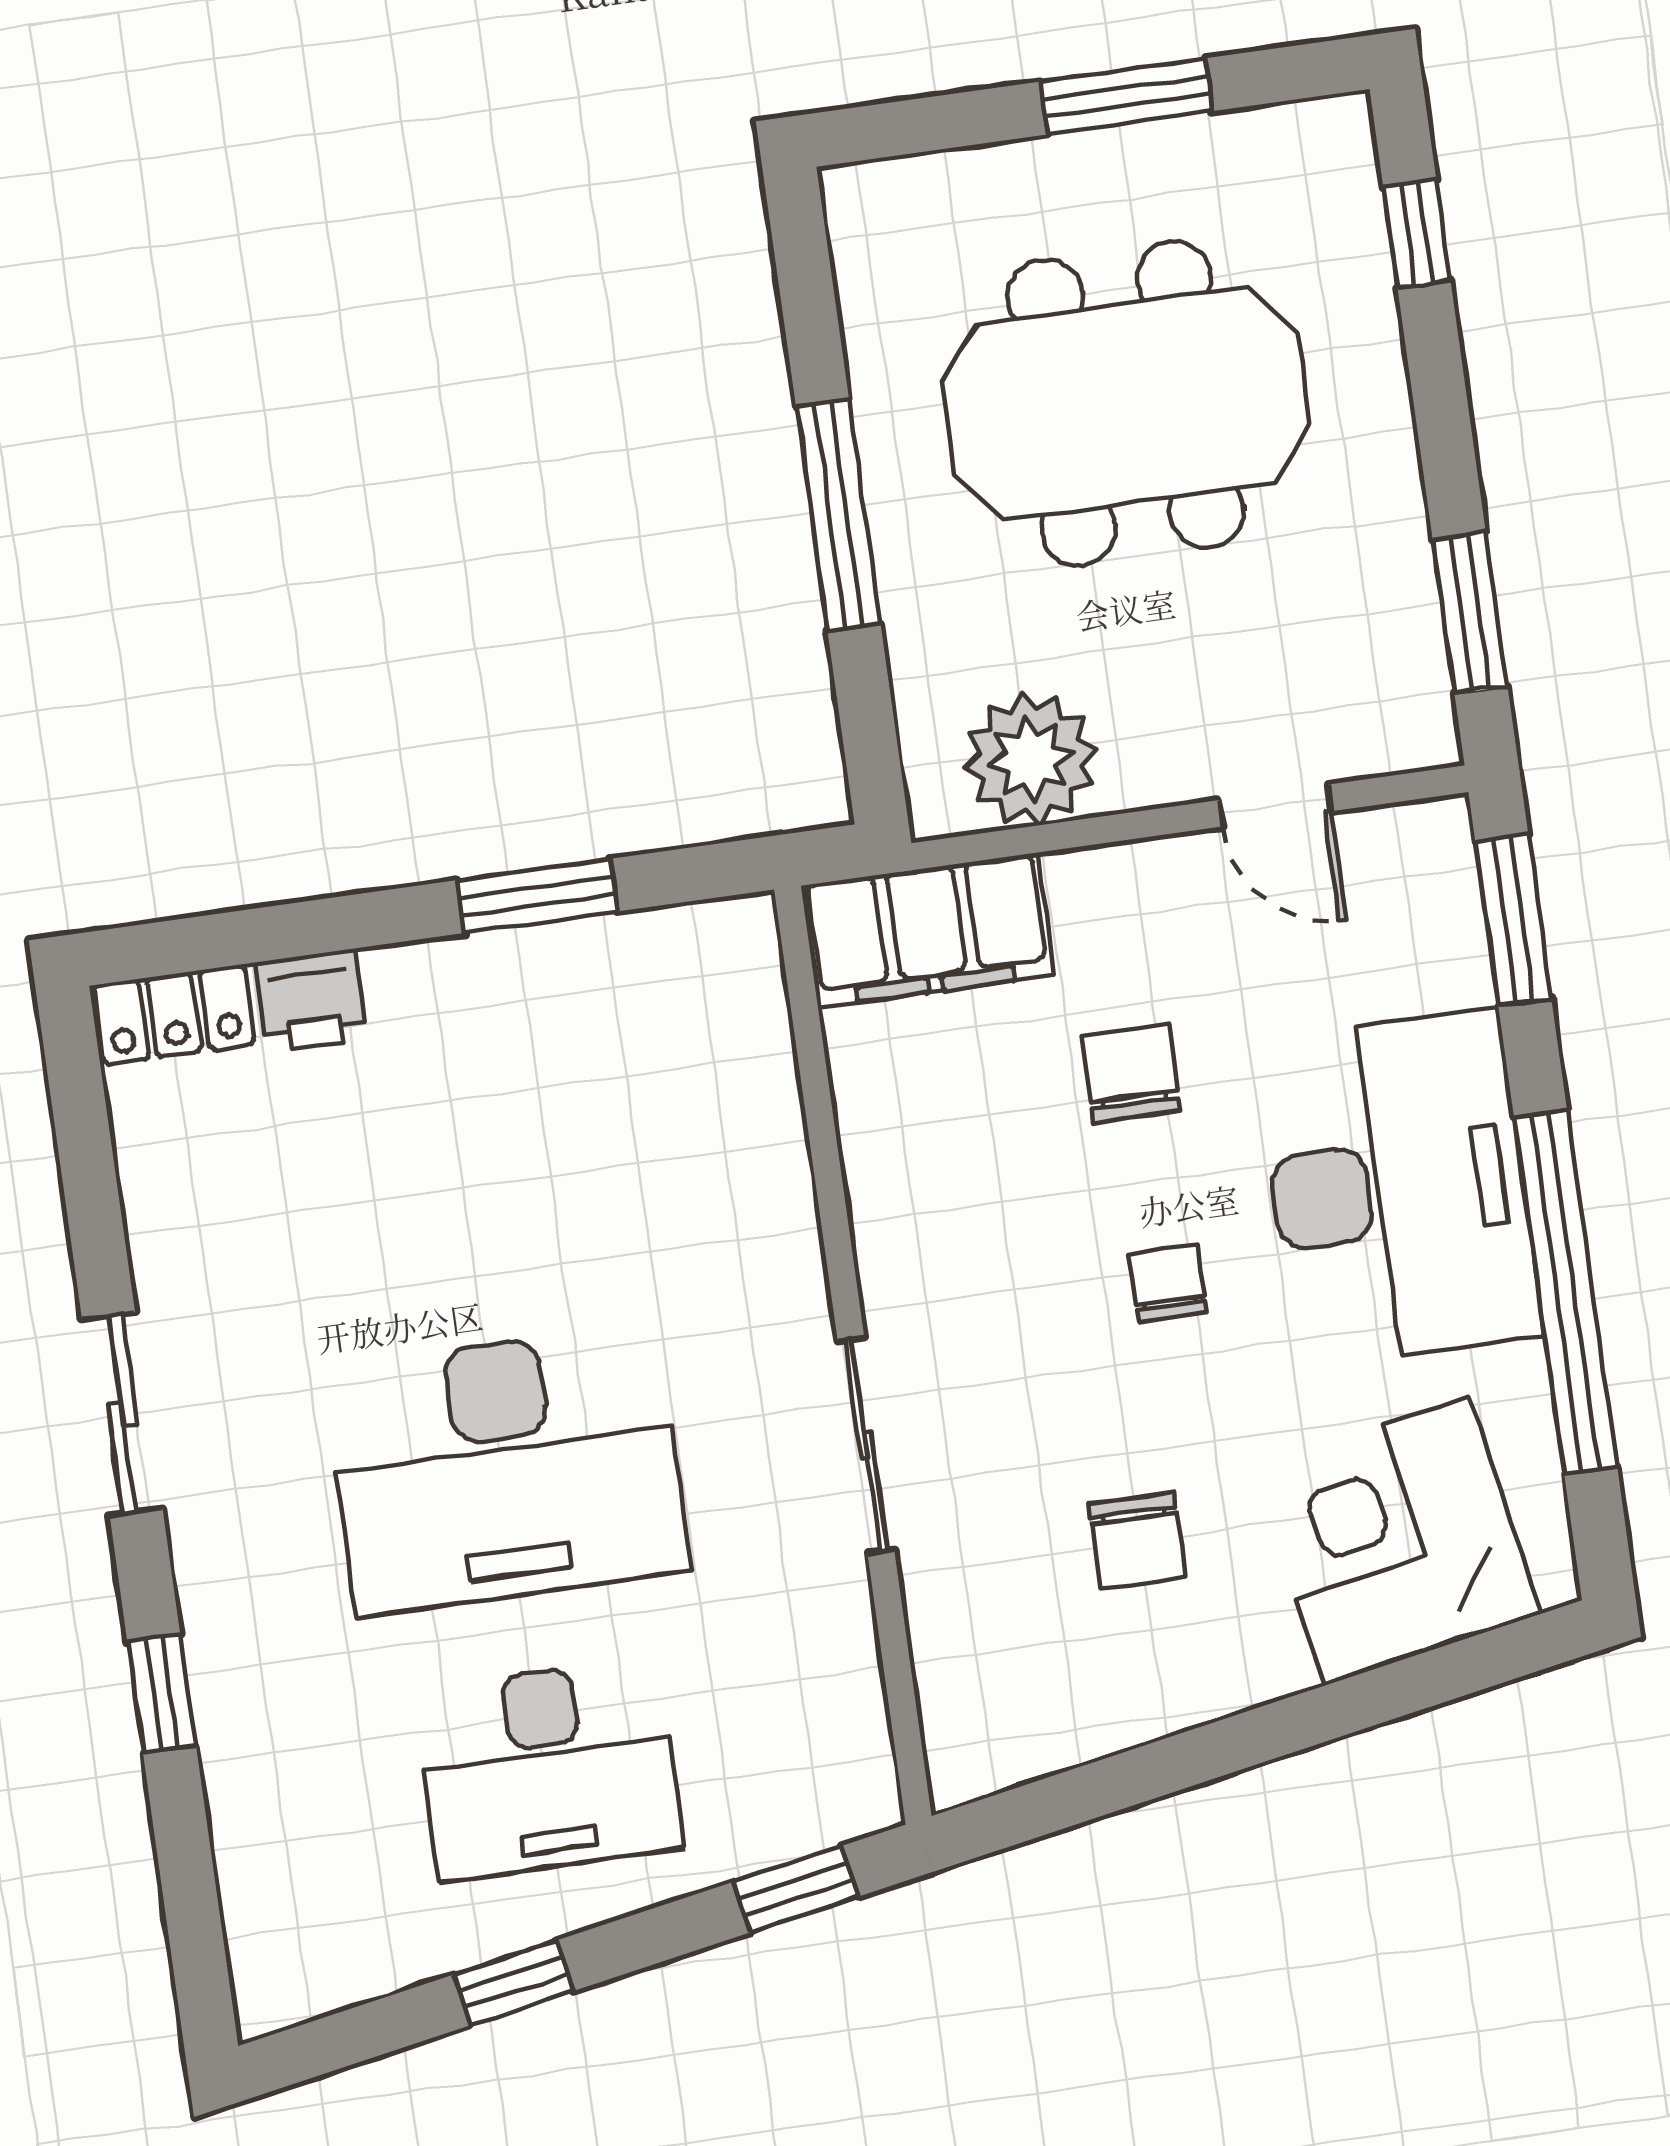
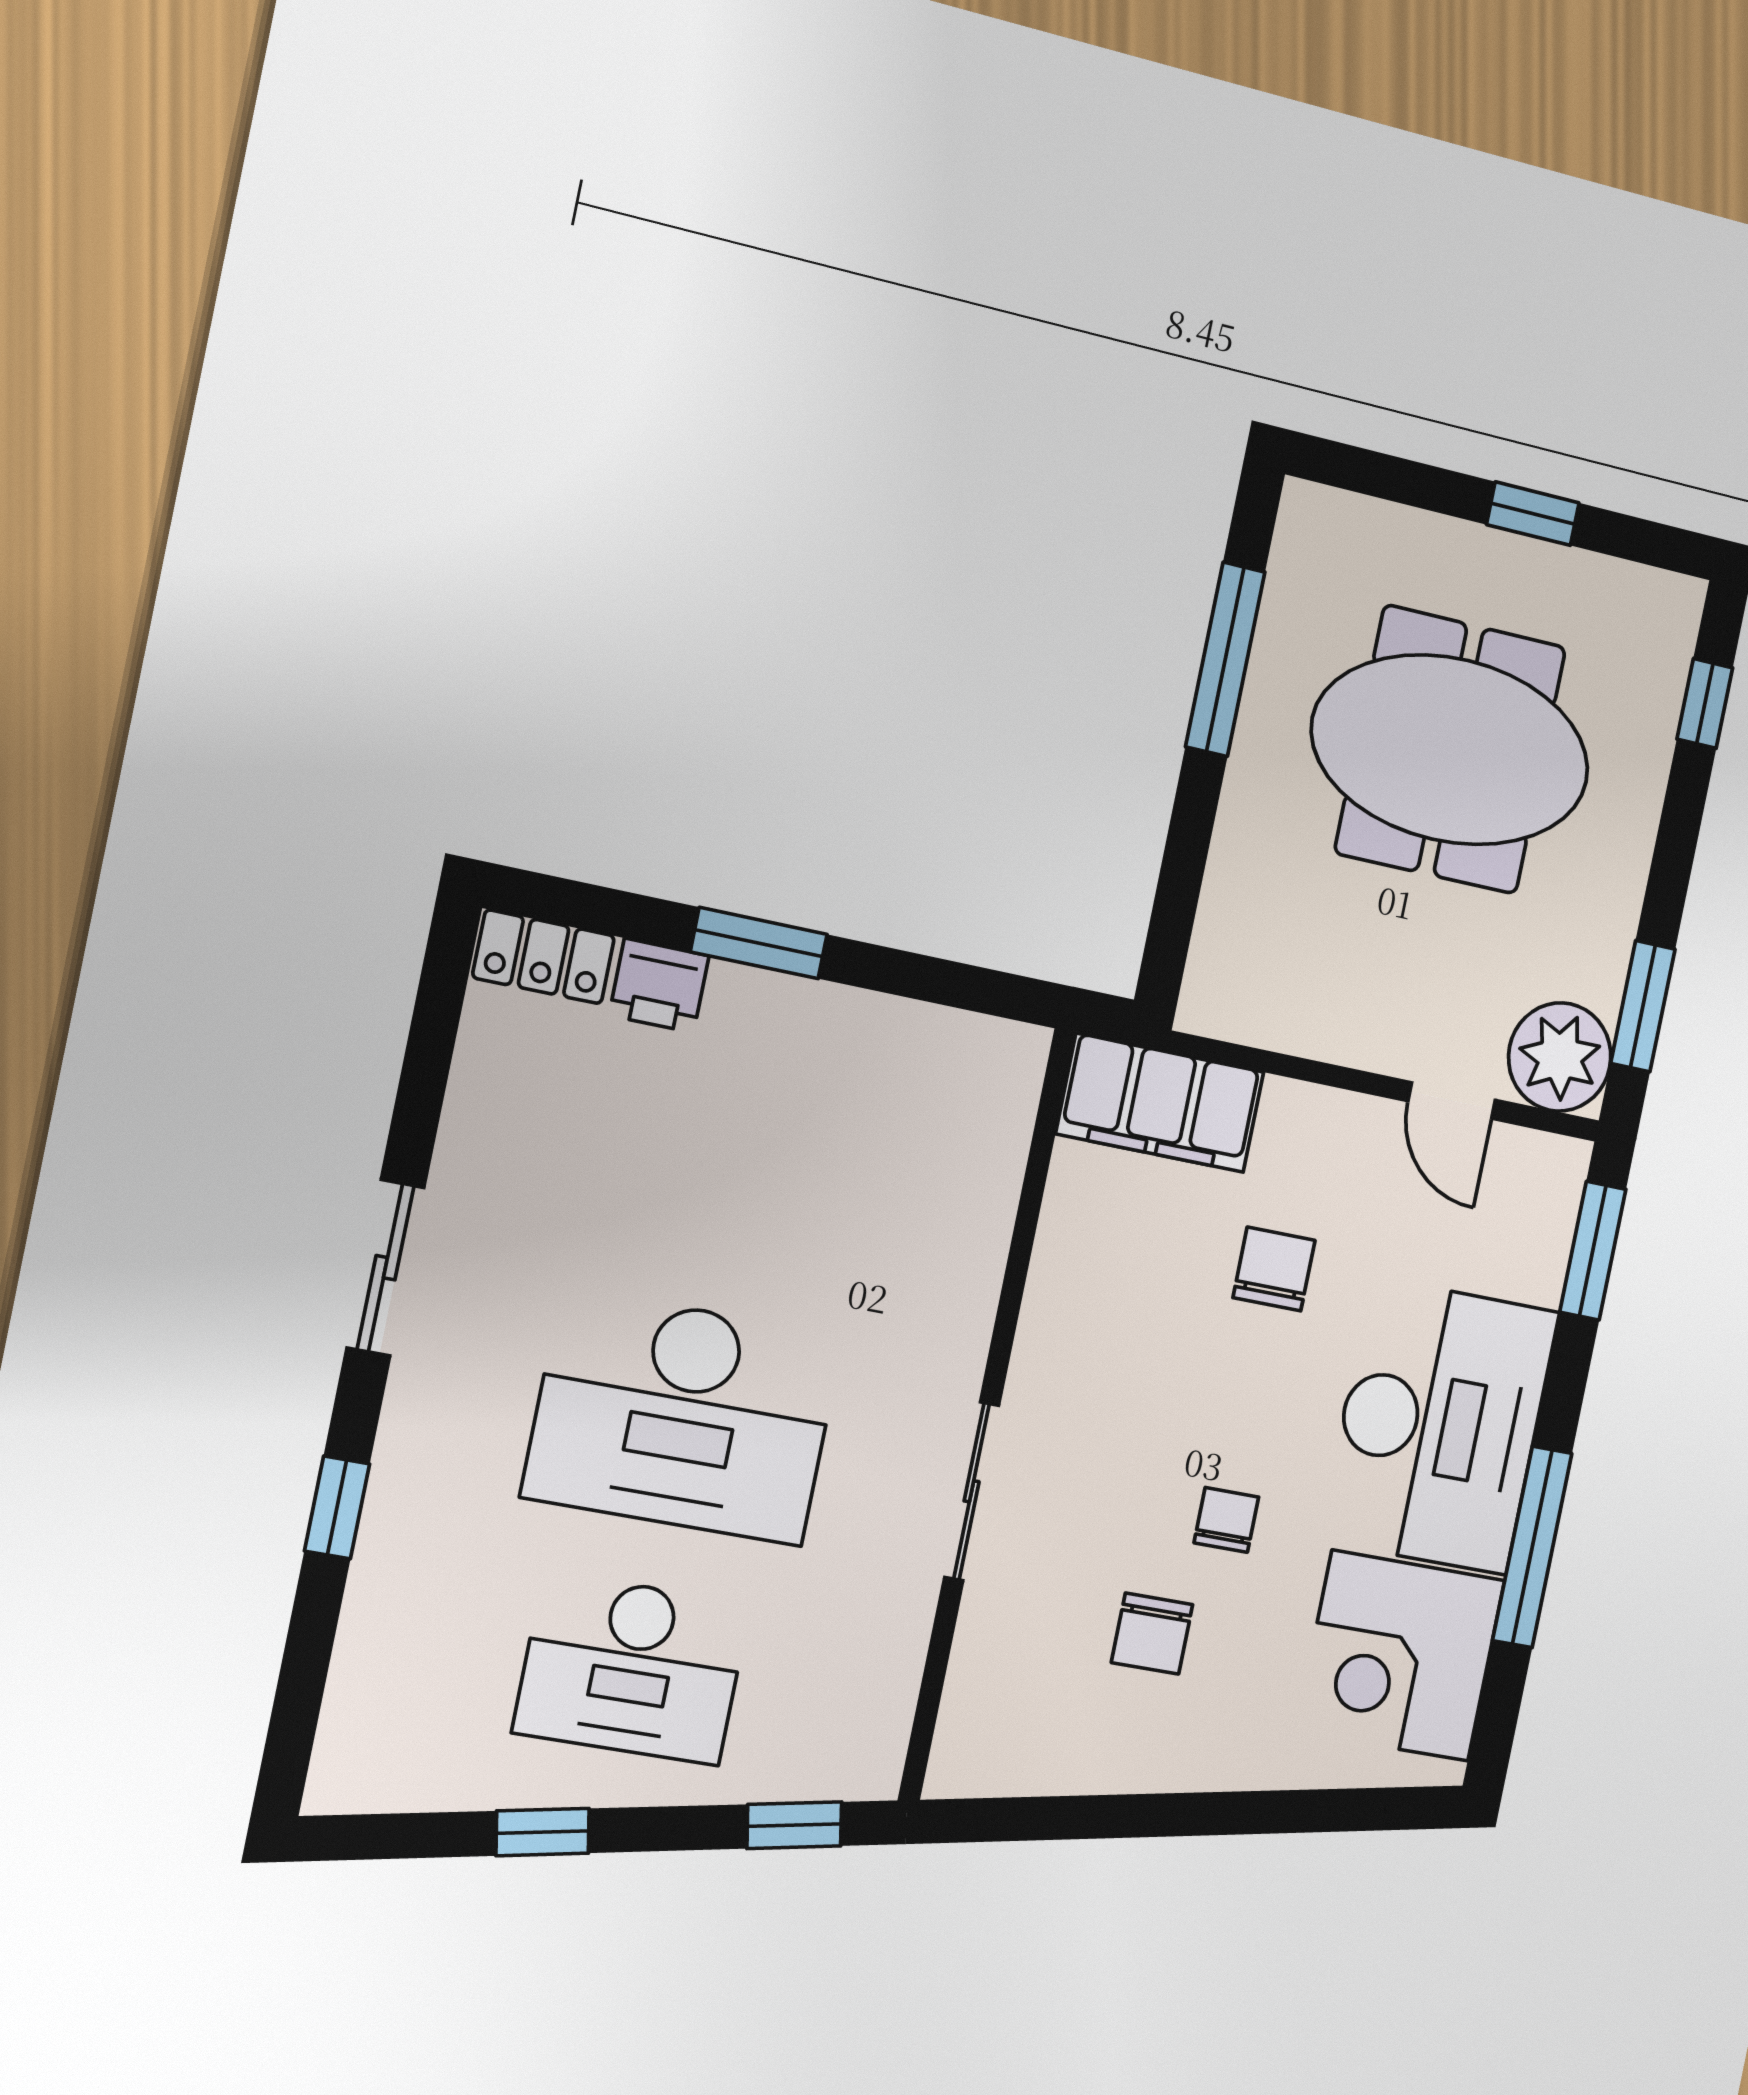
window: (1126, 96) -> (1533, 514), width x0.67
window: (838, 515) -> (1225, 659), moved
plant: (1031, 759) -> (1560, 1057), moved
window: (537, 896) -> (759, 943), moved
chair: (1168, 1283) -> (1226, 1520), moved
window: (1566, 1292) -> (1532, 1547), width x0.68
corner desk: (1397, 1541) -> (1400, 1656), moved, turned -80

